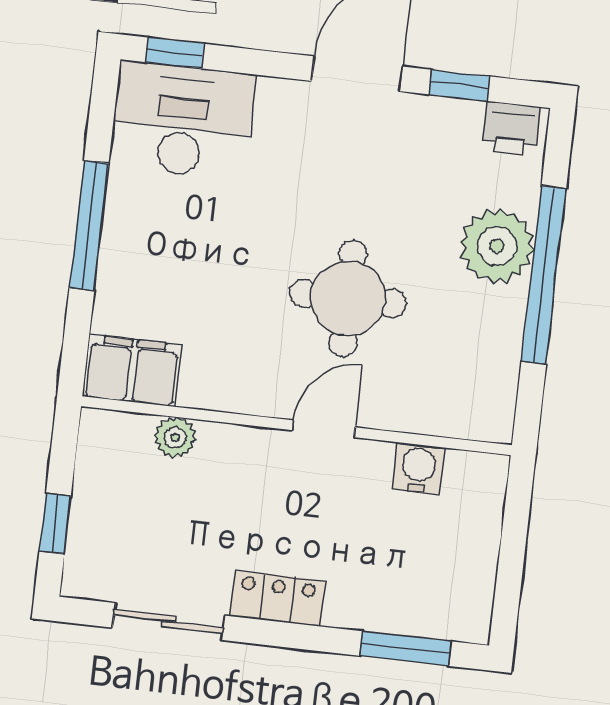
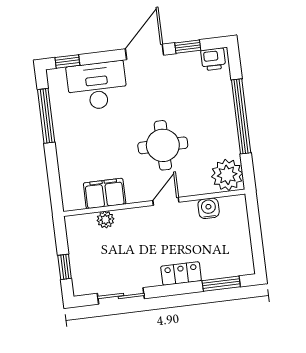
desk: (182, 120) -> (97, 86), moved
window: (89, 226) -> (46, 116), moved
plant: (497, 246) -> (227, 175), moved
filing cabinet: (132, 371) -> (105, 193), moved
locker: (277, 598) -> (181, 273), moved

